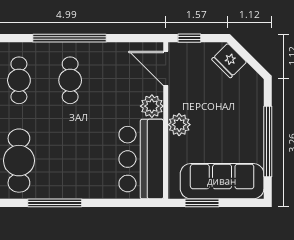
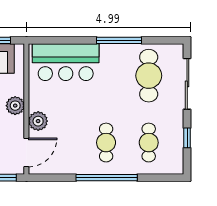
door: (166, 68) -> (26, 152), hinge flipped
bar counter: (141, 159) -> (66, 62), moved, turned 90

